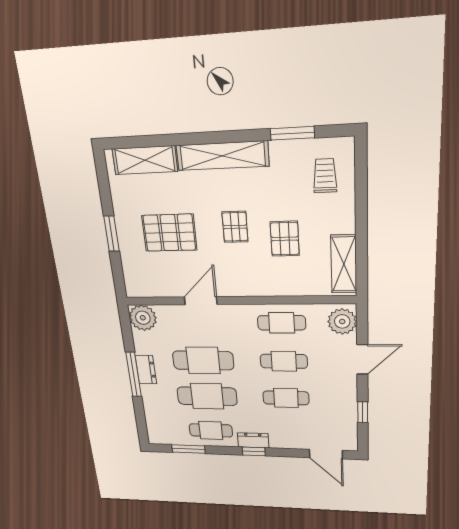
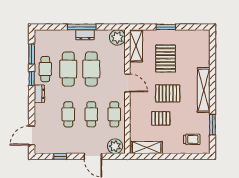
shelving: (145, 160) -> (136, 46), moved
pallet: (235, 227) -> (168, 93), width x1.50, depth x1.42
door: (201, 301) -> (127, 83), moved
window: (254, 451) -> (32, 79), moved

